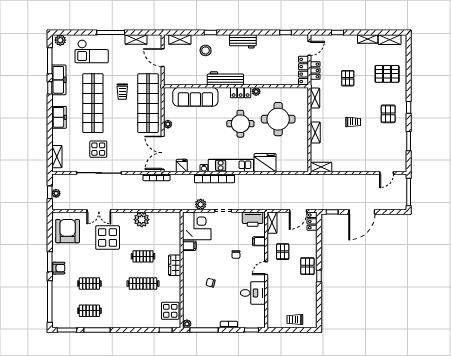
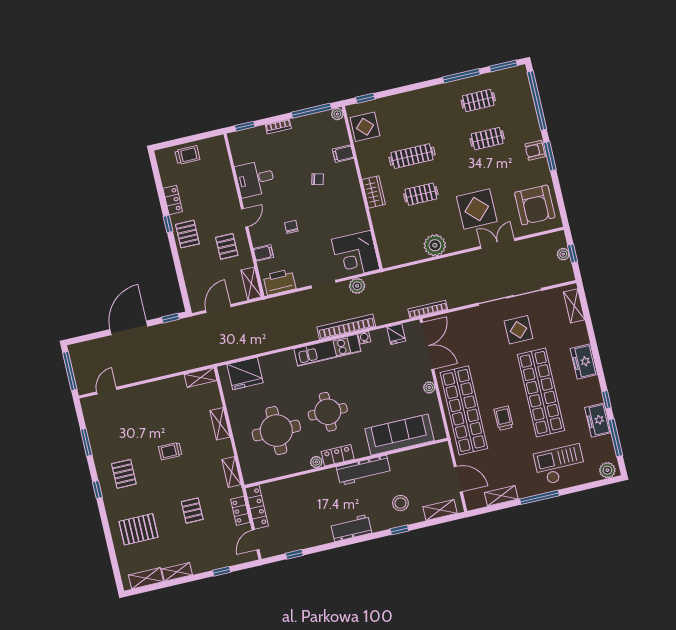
freezer: (59, 80) -> (598, 420), width x0.71
fridge: (265, 163) -> (245, 374), moved
locker: (312, 221) -> (173, 200), moved
filing cabinet: (189, 246) -> (343, 154), moved

